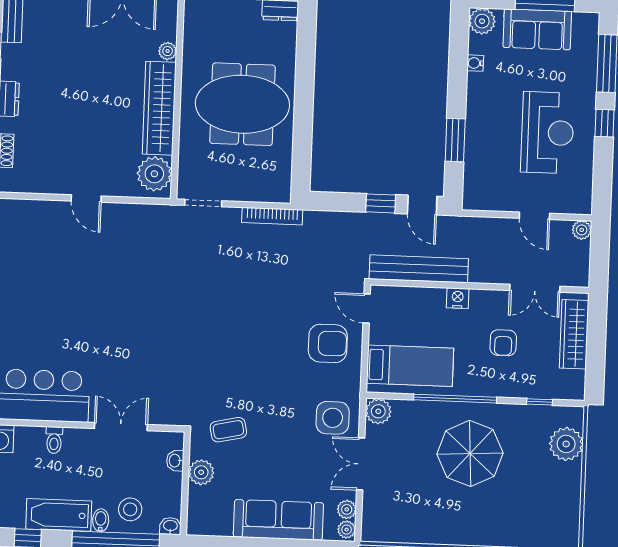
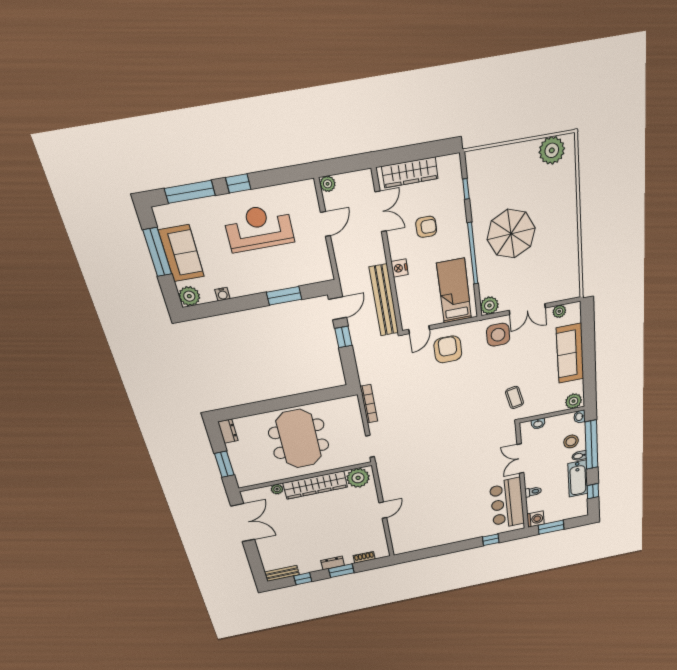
plant: (566, 444) -> (552, 150), moved
plant: (201, 472) -> (574, 401), moved
plant: (347, 530) -> (573, 308), removed

